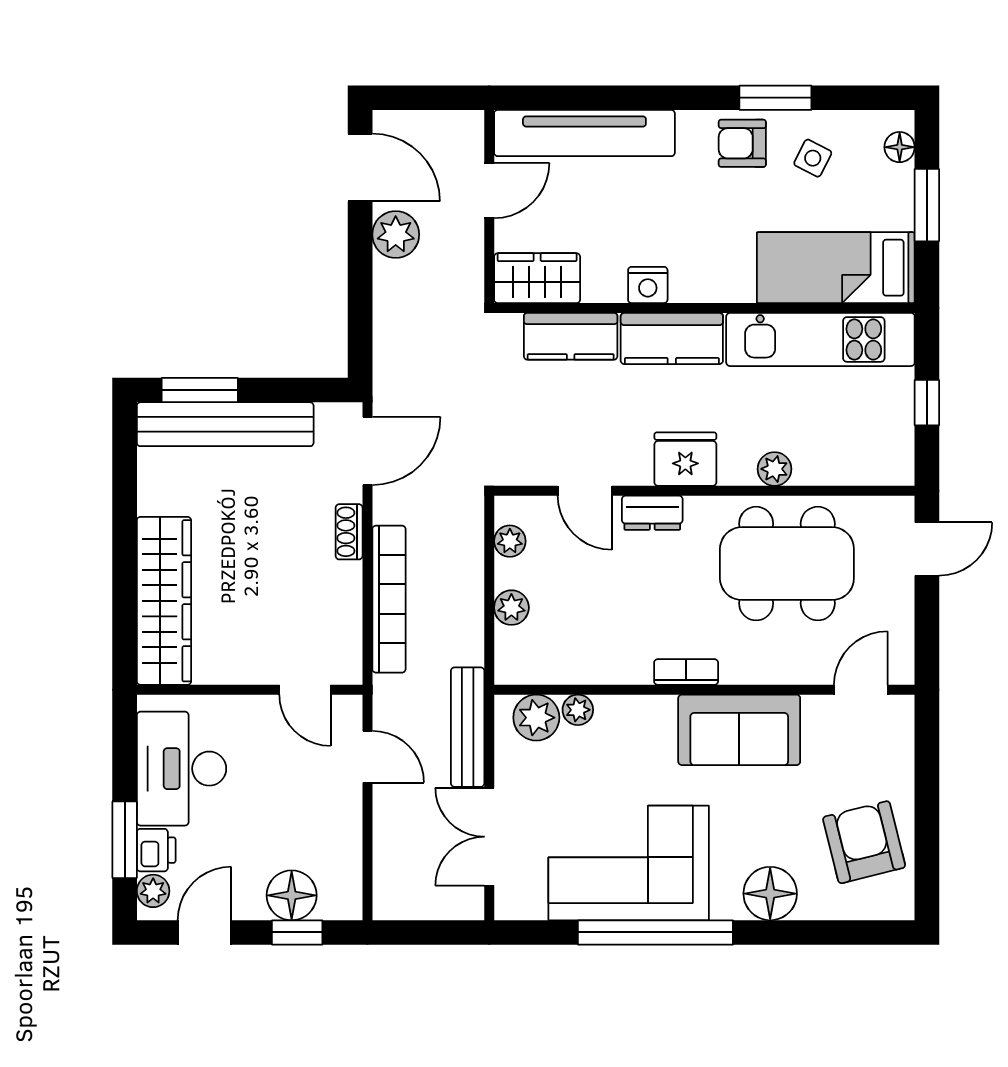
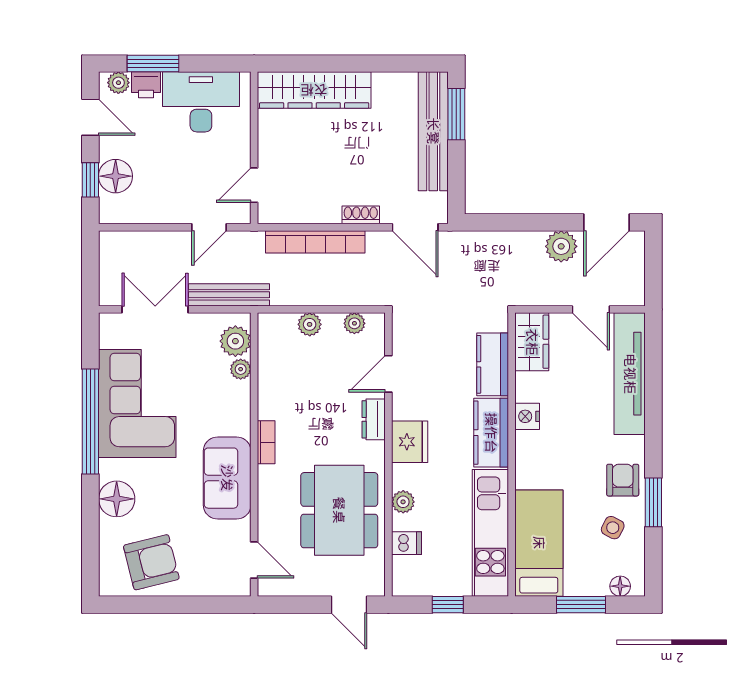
dishwasher: (836, 464) -> (406, 543), added

